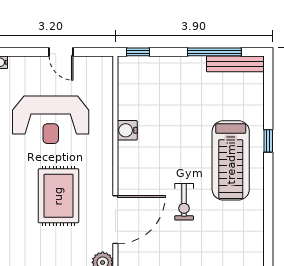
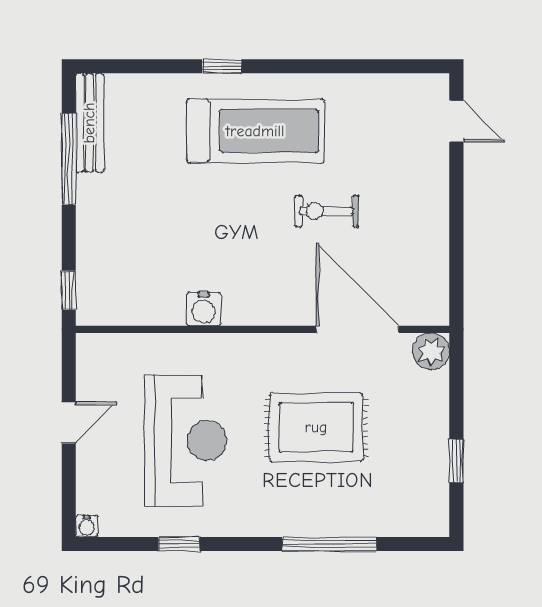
exercise bike: (184, 202) -> (327, 211), turned 180

